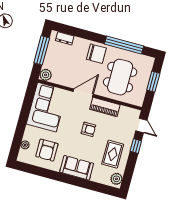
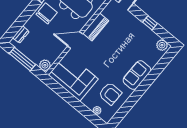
door: (83, 93) -> (75, 40), hinge flipped
armchair: (88, 129) -> (108, 50), removed
window: (136, 146) -> (150, 23), moved
rug: (113, 154) -> (139, 39), removed

